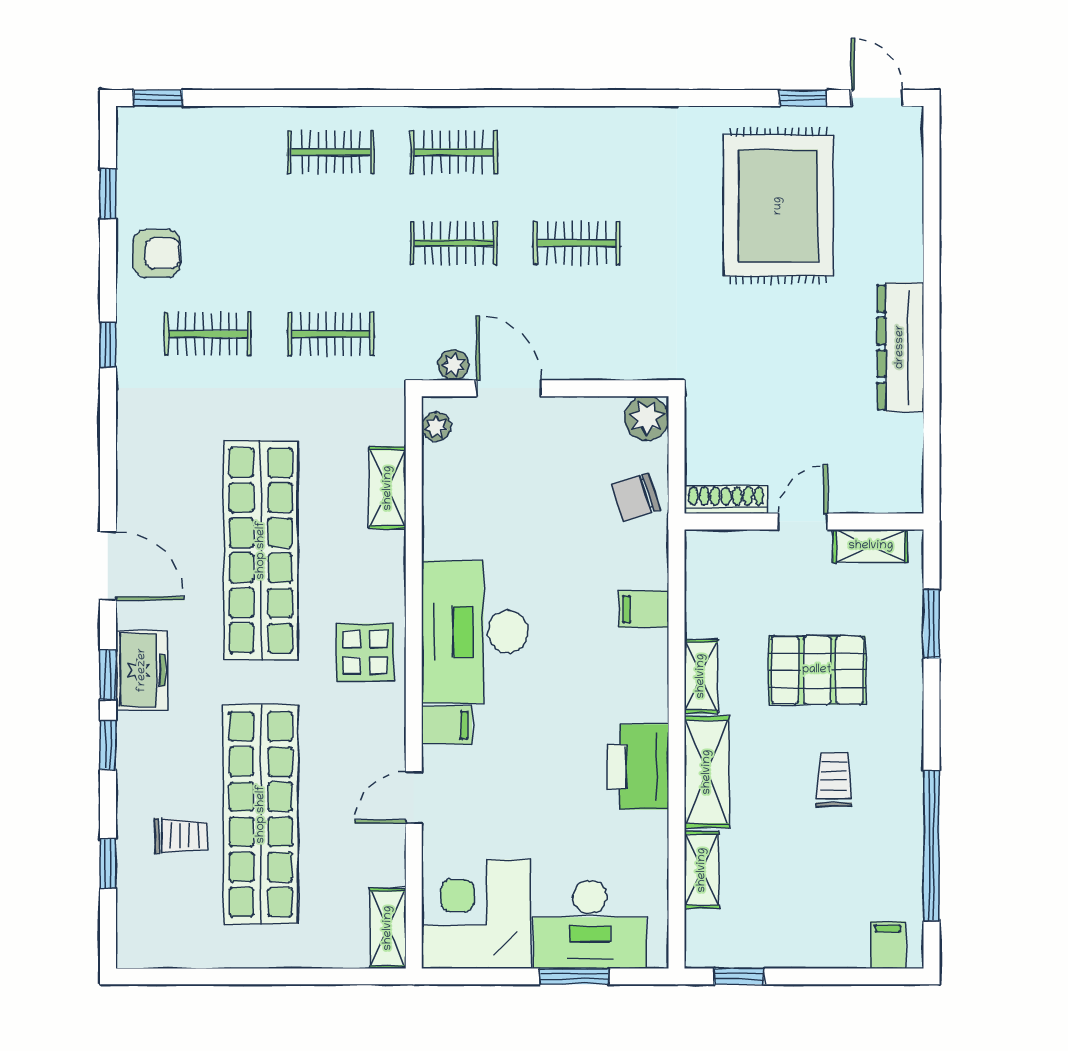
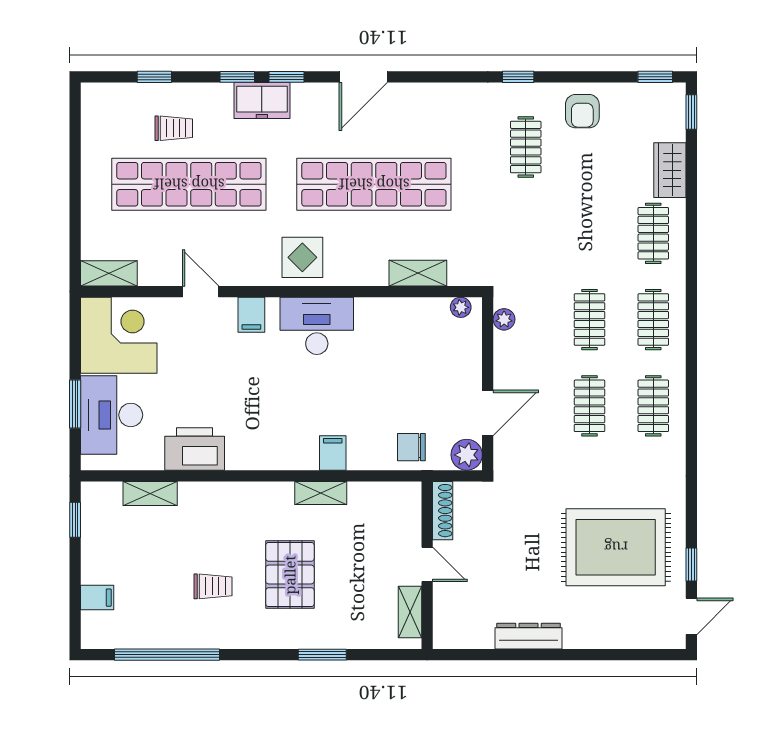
wardrobe: (241, 129) -> (670, 170), added
window: (108, 194) -> (655, 77), moved
clothes rail: (331, 334) -> (653, 406), moved
dresser: (900, 347) -> (529, 636), width x0.73, depth x0.80
door: (509, 388) -> (488, 413), moved
chair: (636, 497) -> (411, 447), turned -73
shoe rack: (726, 500) -> (443, 511), moved
door: (803, 522) -> (427, 564), moved
wall: (804, 522) -> (427, 565), moved
shelving: (871, 546) -> (410, 612), moved
desk: (475, 632) -> (317, 326), width x0.73, depth x0.77
freezer: (142, 670) -> (262, 101), moved
shelving: (701, 676) -> (321, 493), moved
printer: (638, 767) -> (195, 449), moved
shelving: (707, 772) -> (218, 497), removed
trolley: (181, 836) -> (174, 128), turned -90
filing cabinet: (888, 945) -> (97, 598), moved

